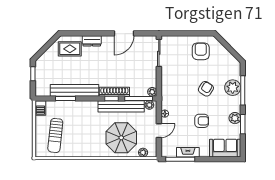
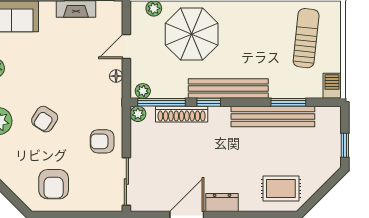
dresser: (92, 41) -> (222, 202), moved
shoe rack: (114, 92) -> (182, 114), moved
bench: (121, 106) -> (228, 88), moved
armchair: (202, 121) -> (102, 141), moved

